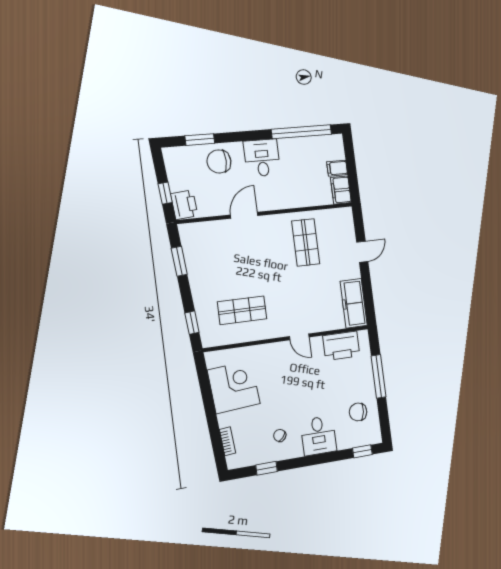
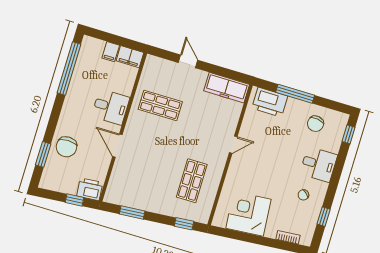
desk: (262, 158) -> (111, 107), moved, turned 180
printer: (341, 346) -> (270, 102), moved, turned 90

